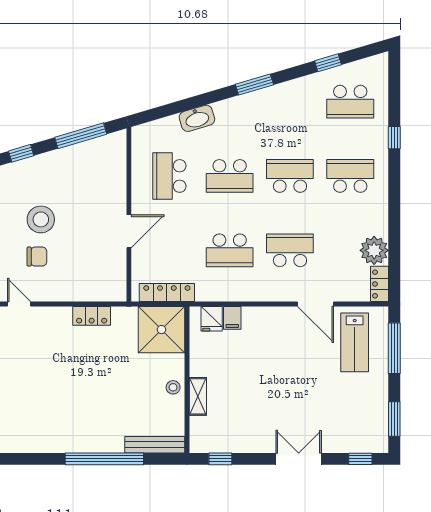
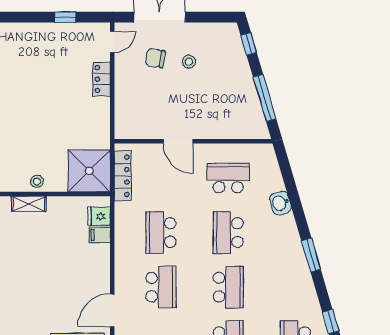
washbasin: (197, 118) -> (280, 203), width x0.72
stool: (41, 219) -> (189, 62), width x0.53, depth x0.53
chair: (37, 257) -> (155, 58), turned 99
locker: (92, 316) -> (102, 79), moved

